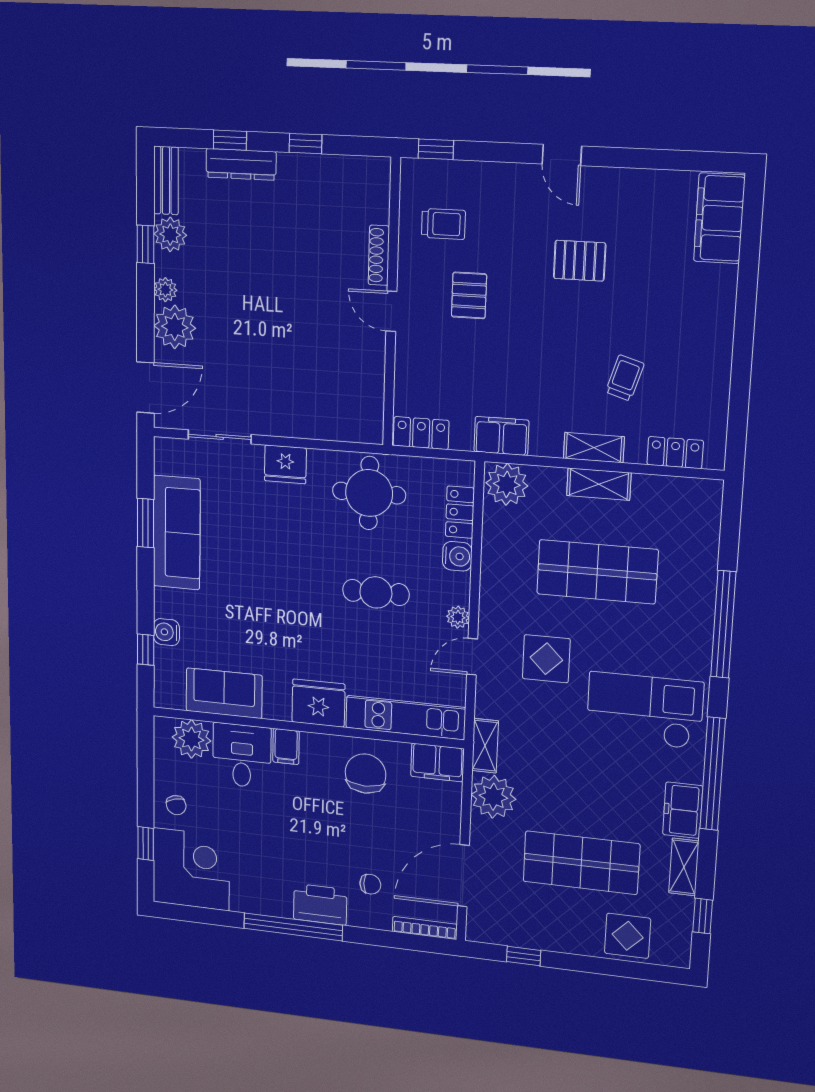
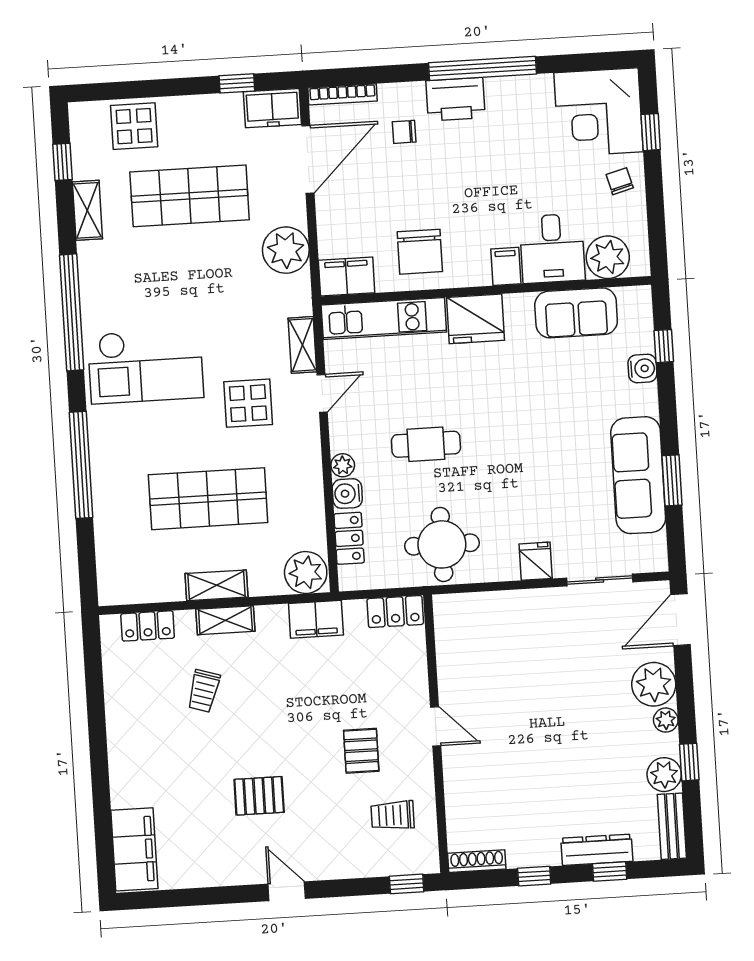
shoe rack: (379, 255) -> (477, 861), moved, turned -90
fridge: (285, 464) -> (536, 561), width x0.72
plant: (458, 617) -> (343, 465), moved
shelving: (485, 746) -> (302, 345), moved
freezer: (683, 810) -> (272, 108), moved, turned 90

